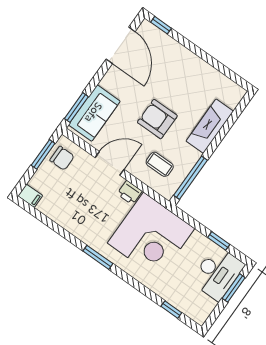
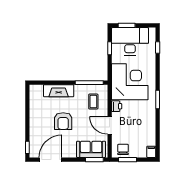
armchair: (157, 119) -> (63, 121), moved
desk: (217, 273) -> (130, 41), width x1.36, depth x1.30

